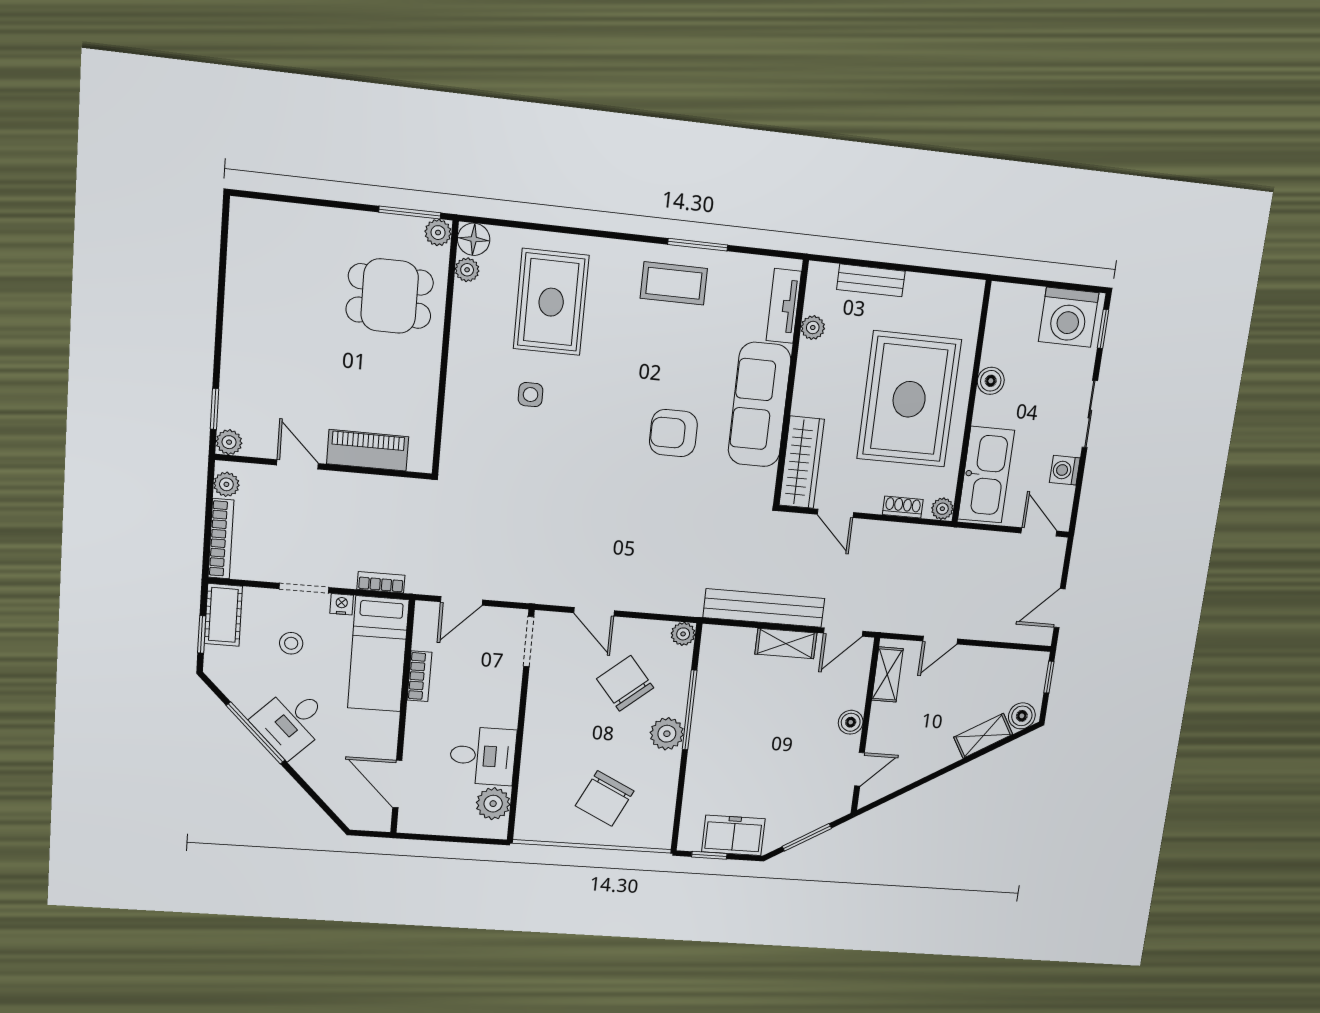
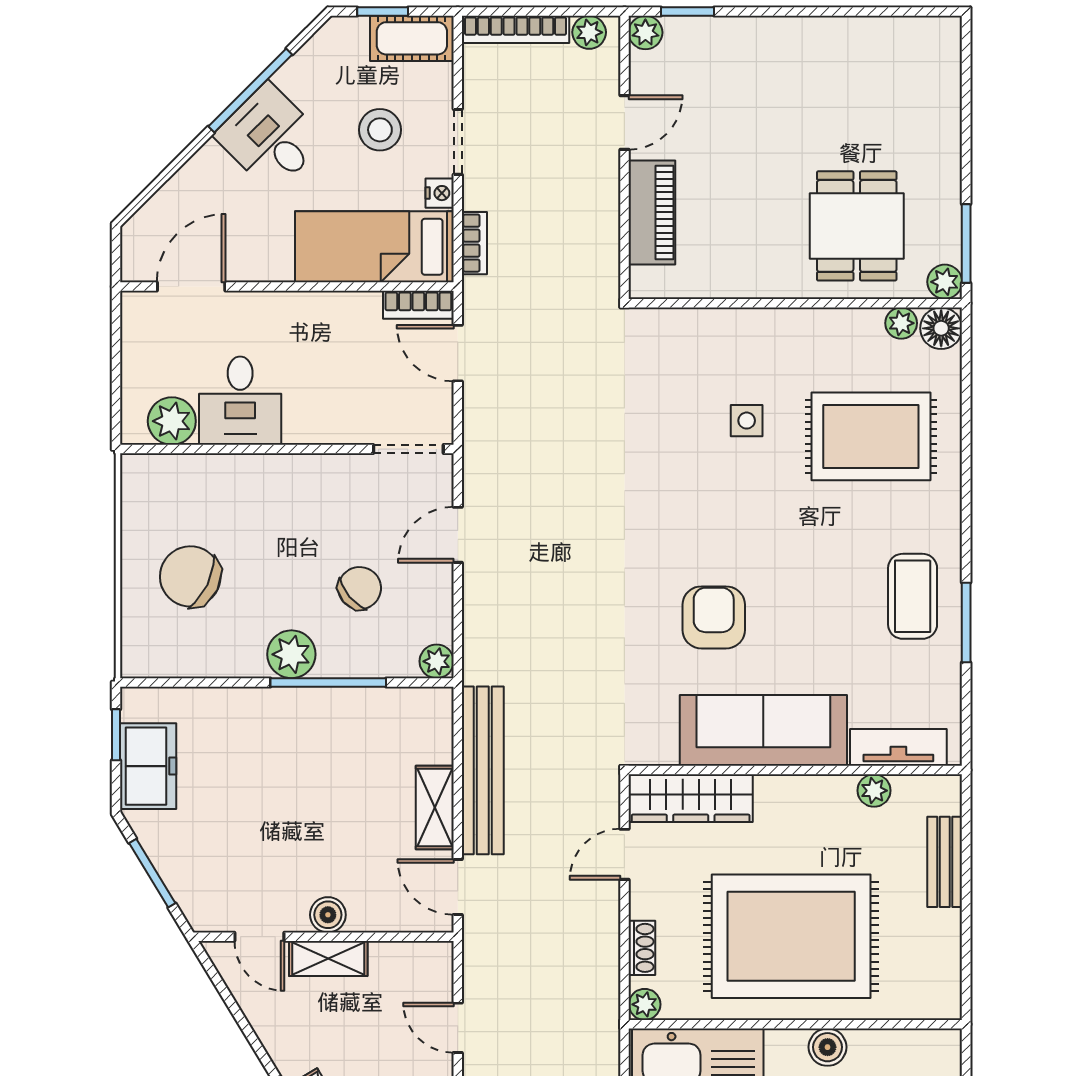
stool: (291, 643) -> (380, 130), width x1.37, depth x1.37
shelving: (887, 674) -> (328, 958), moved
bookcase: (419, 676) -> (418, 305), moved
chair: (625, 683) -> (360, 588), width x0.73, depth x0.73

